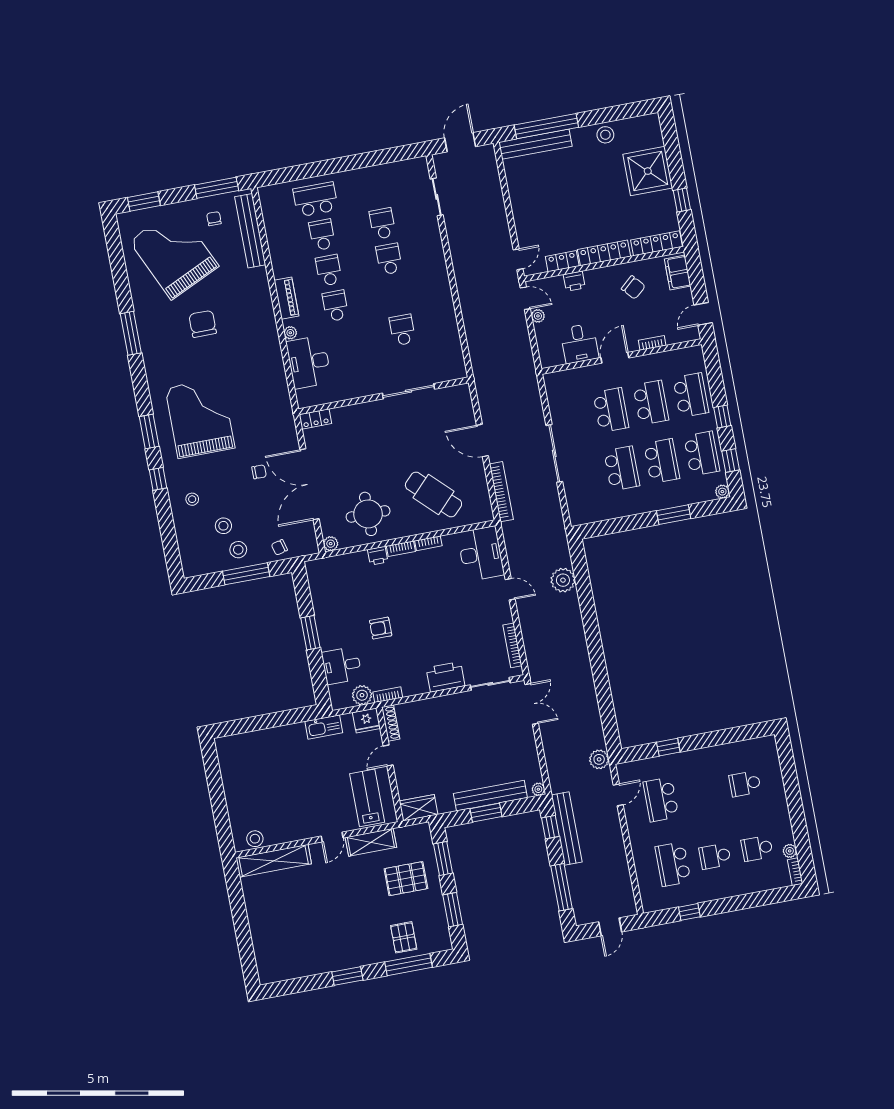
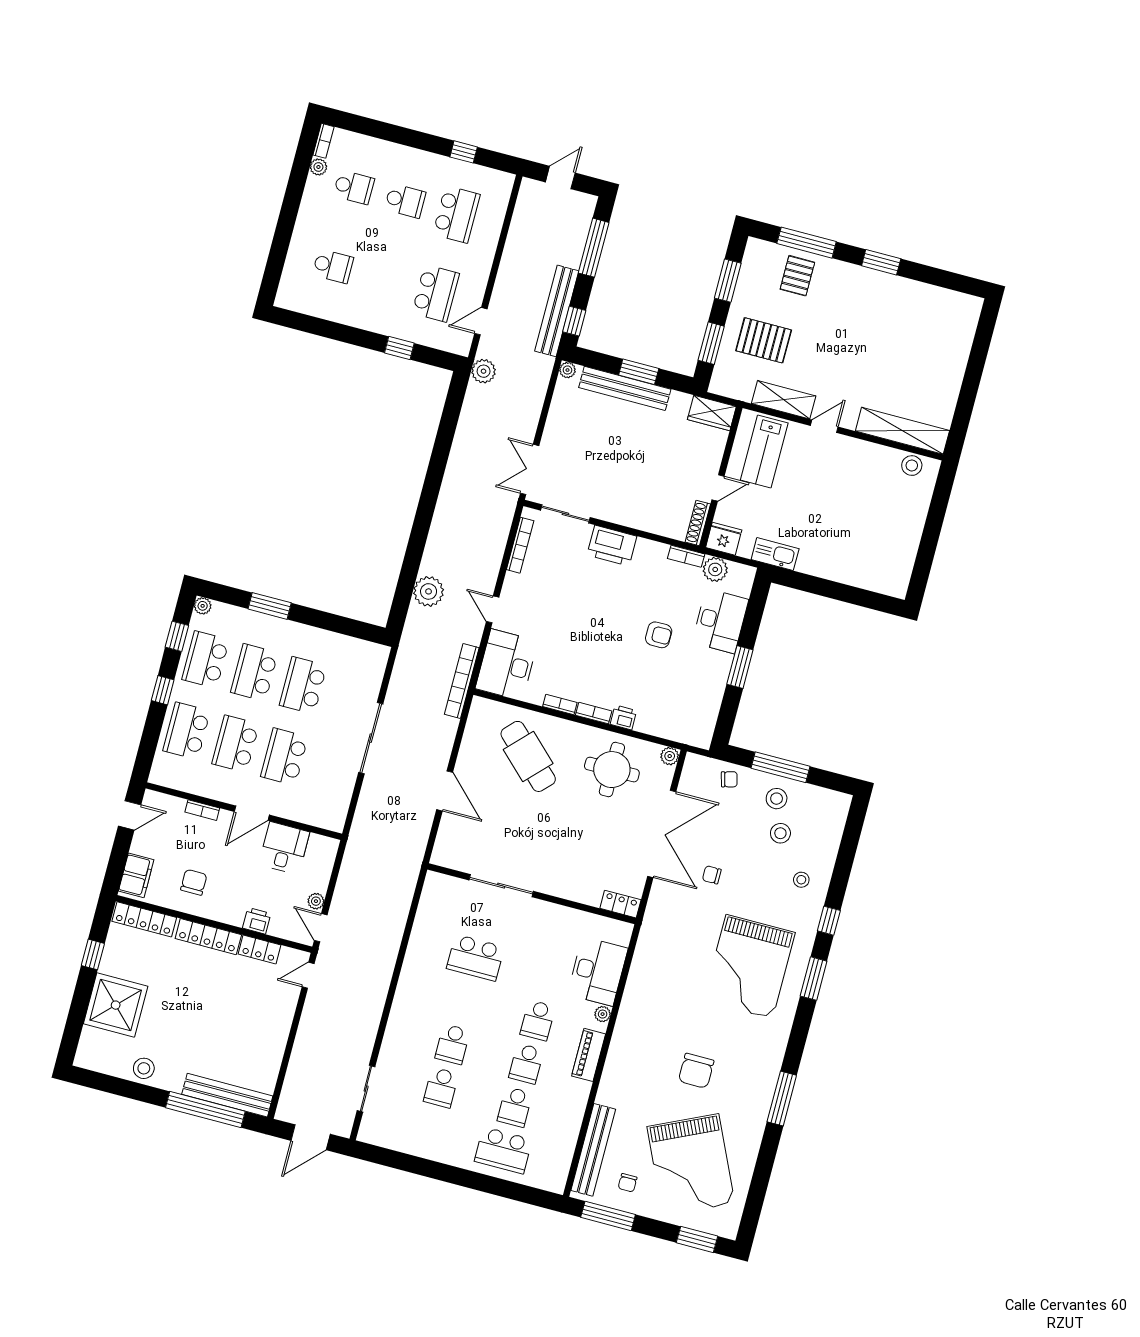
chair: (633, 287) -> (194, 882), turned 41
school desk: (402, 330) -> (475, 958), width x1.85
bookcase: (501, 492) -> (462, 681), moved
desk: (342, 665) -> (720, 621), width x1.37

